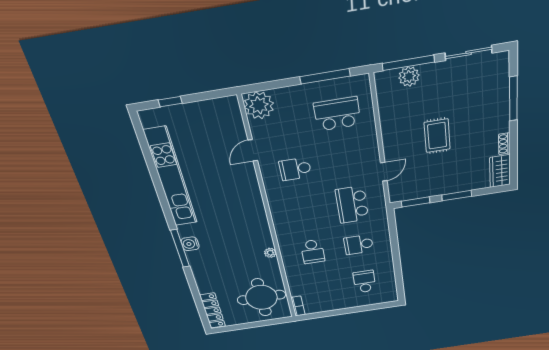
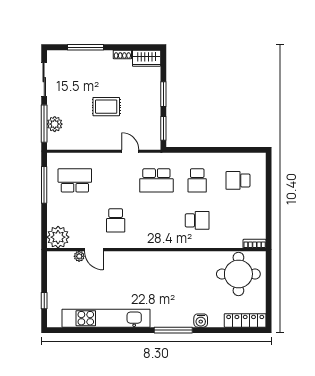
school desk: (337, 114) -> (75, 180), turned 90
water cooler: (190, 244) -> (201, 321), moved
plant: (270, 253) -> (79, 256), moved

